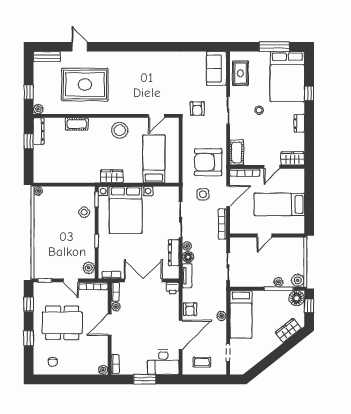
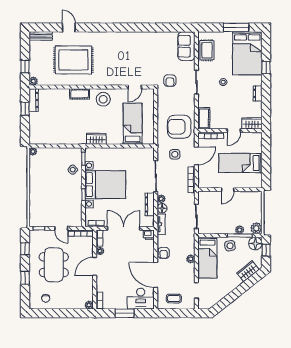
cot: (77, 124) -> (80, 94), moved
bed with nightstands: (126, 210) -> (105, 185), moved, turned -90
plant: (89, 268) -> (77, 217), removed
side table: (267, 301) -> (230, 246), added
dining table: (62, 323) -> (54, 265), turned 90
door: (181, 335) -> (156, 275), swing flipped

